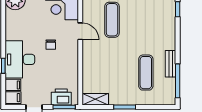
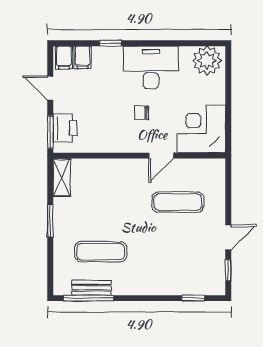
desk: (20, 59) -> (151, 68), moved
bench: (171, 64) -> (92, 288), moved

